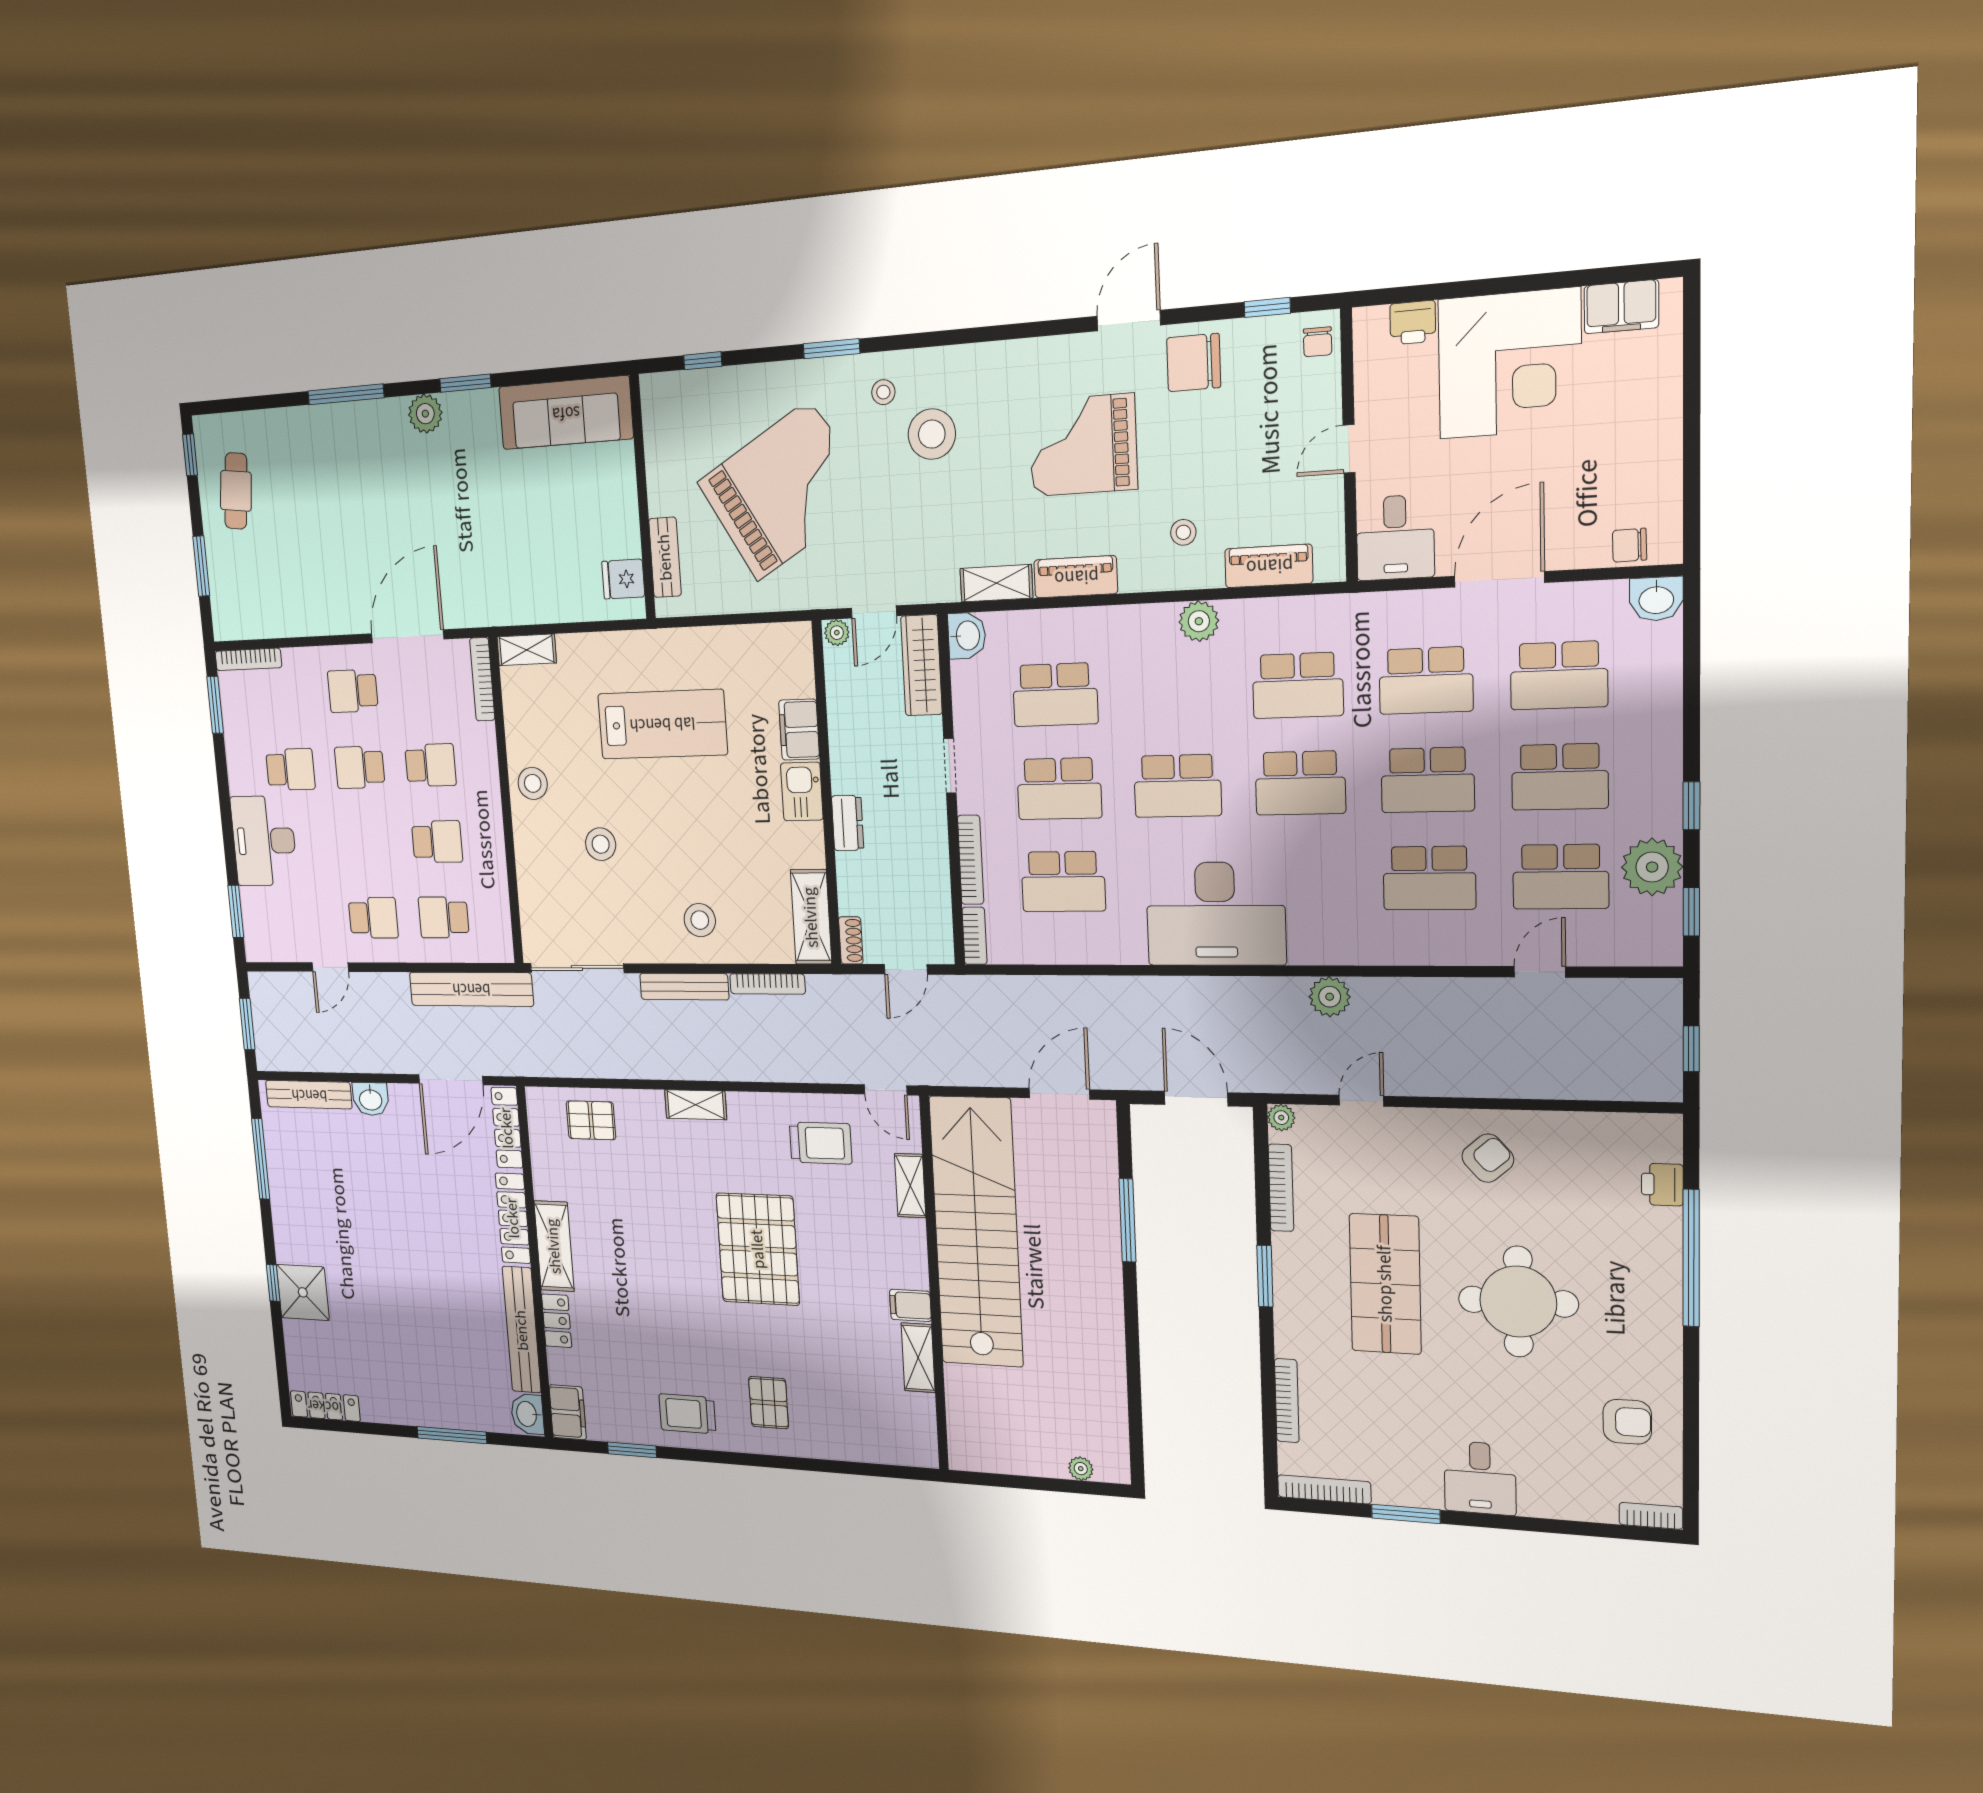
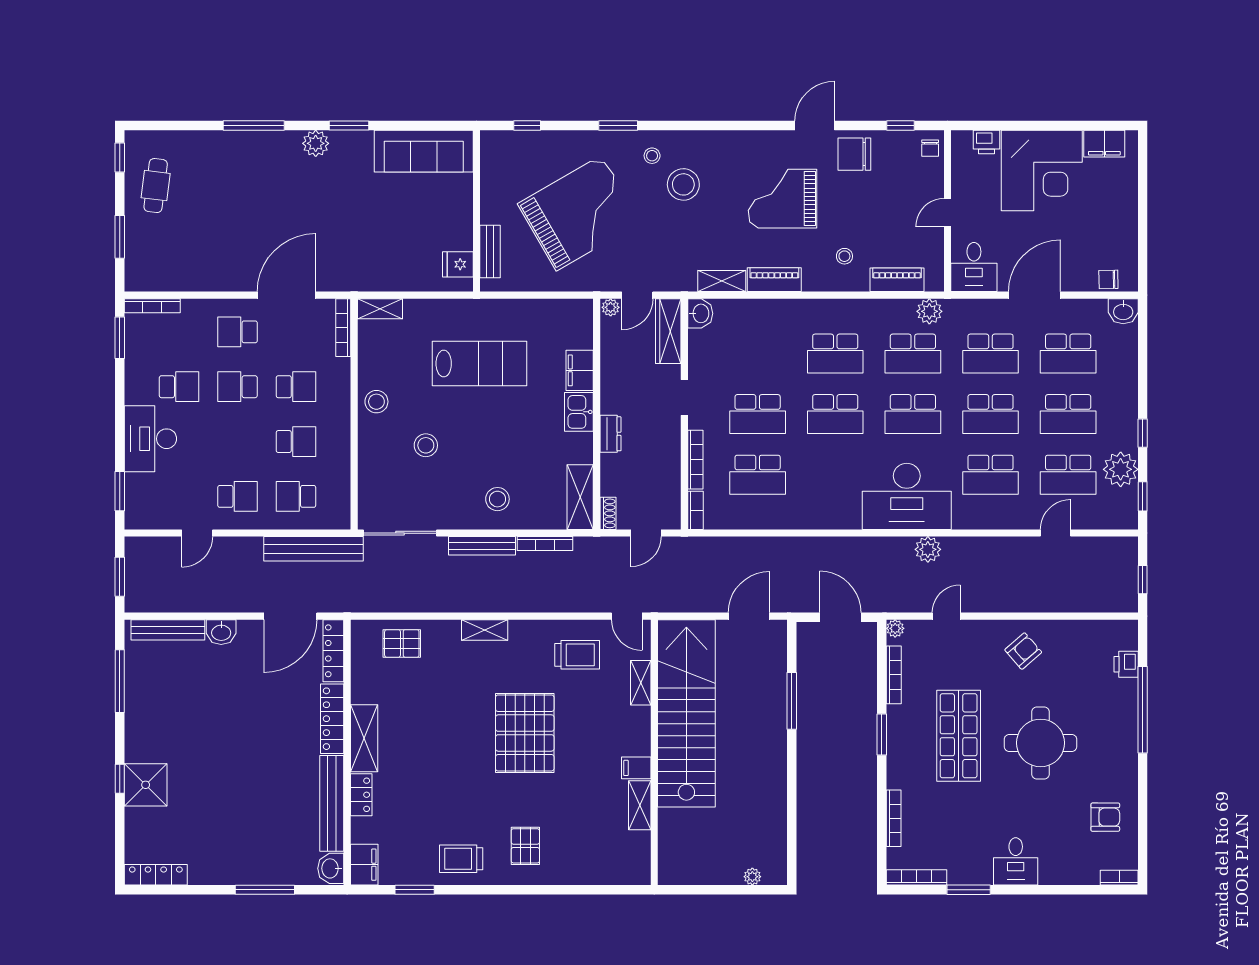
plant: (1199, 621) -> (929, 311), moved
school desk: (1055, 695) -> (835, 354), moved
desk: (1216, 914) -> (907, 496), moved

